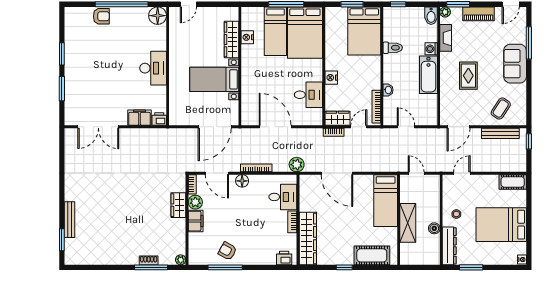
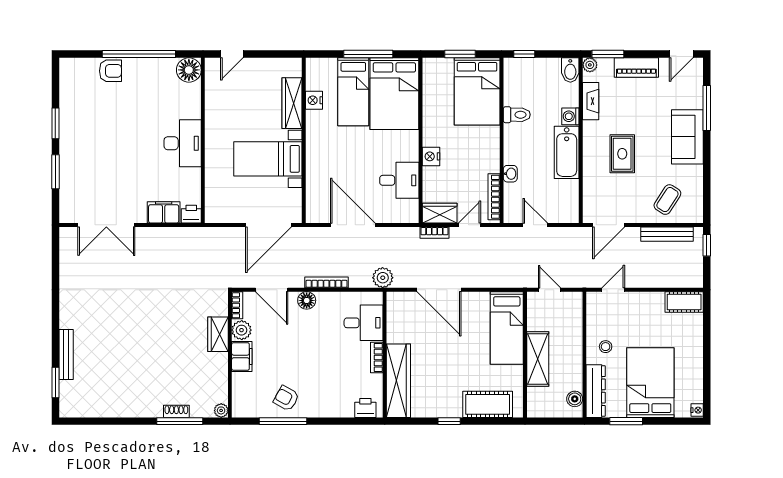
bed: (501, 225) -> (650, 383), moved, turned 90
boiler: (434, 228) -> (575, 399), moved

